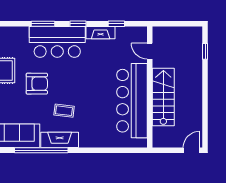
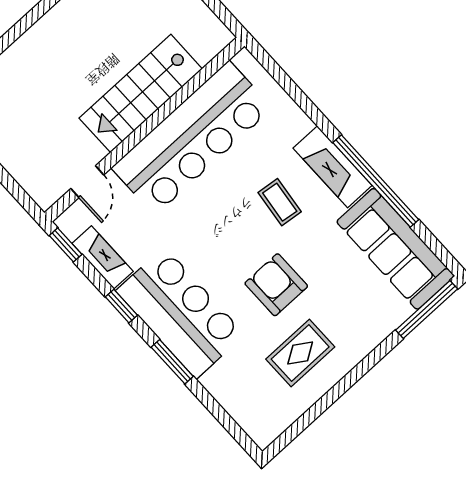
door: (150, 51) -> (87, 182), moved
wall: (150, 87) -> (144, 129), moved
stairs: (163, 97) -> (141, 93), moved
bar counter: (132, 101) -> (192, 138), moved

